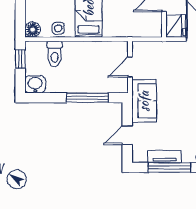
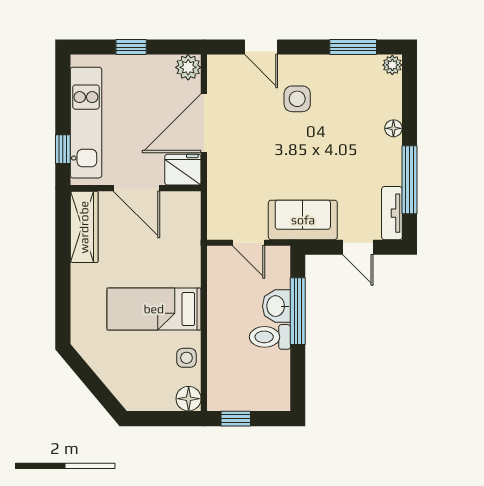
toilet: (55, 54) -> (270, 337), moved, turned 180
washbasin: (35, 84) -> (276, 306), moved
tv unit: (165, 156) -> (392, 213), moved

